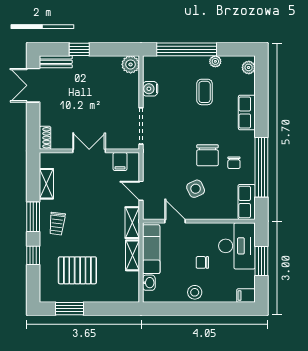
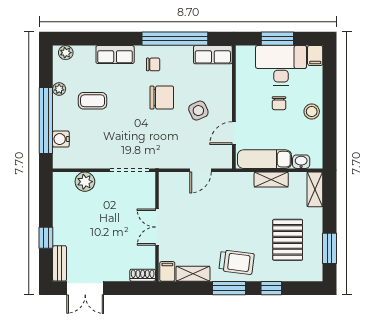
plant: (131, 64) -> (85, 182), moved
water cooler: (150, 89) -> (61, 139), moved, turned 90
filing cabinet: (120, 161) -> (167, 271), moved, turned -90
chair: (234, 163) -> (153, 64), moved
shelving: (132, 223) -> (315, 189), moved, turned 90
trolley: (57, 224) -> (237, 262), width x1.36, depth x1.39
desk: (237, 246) -> (281, 65), moved

